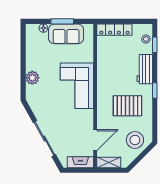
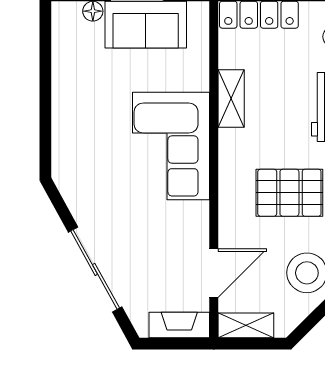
shelving: (103, 65) -> (231, 99), added
plant: (32, 78) -> (67, 127), removed

